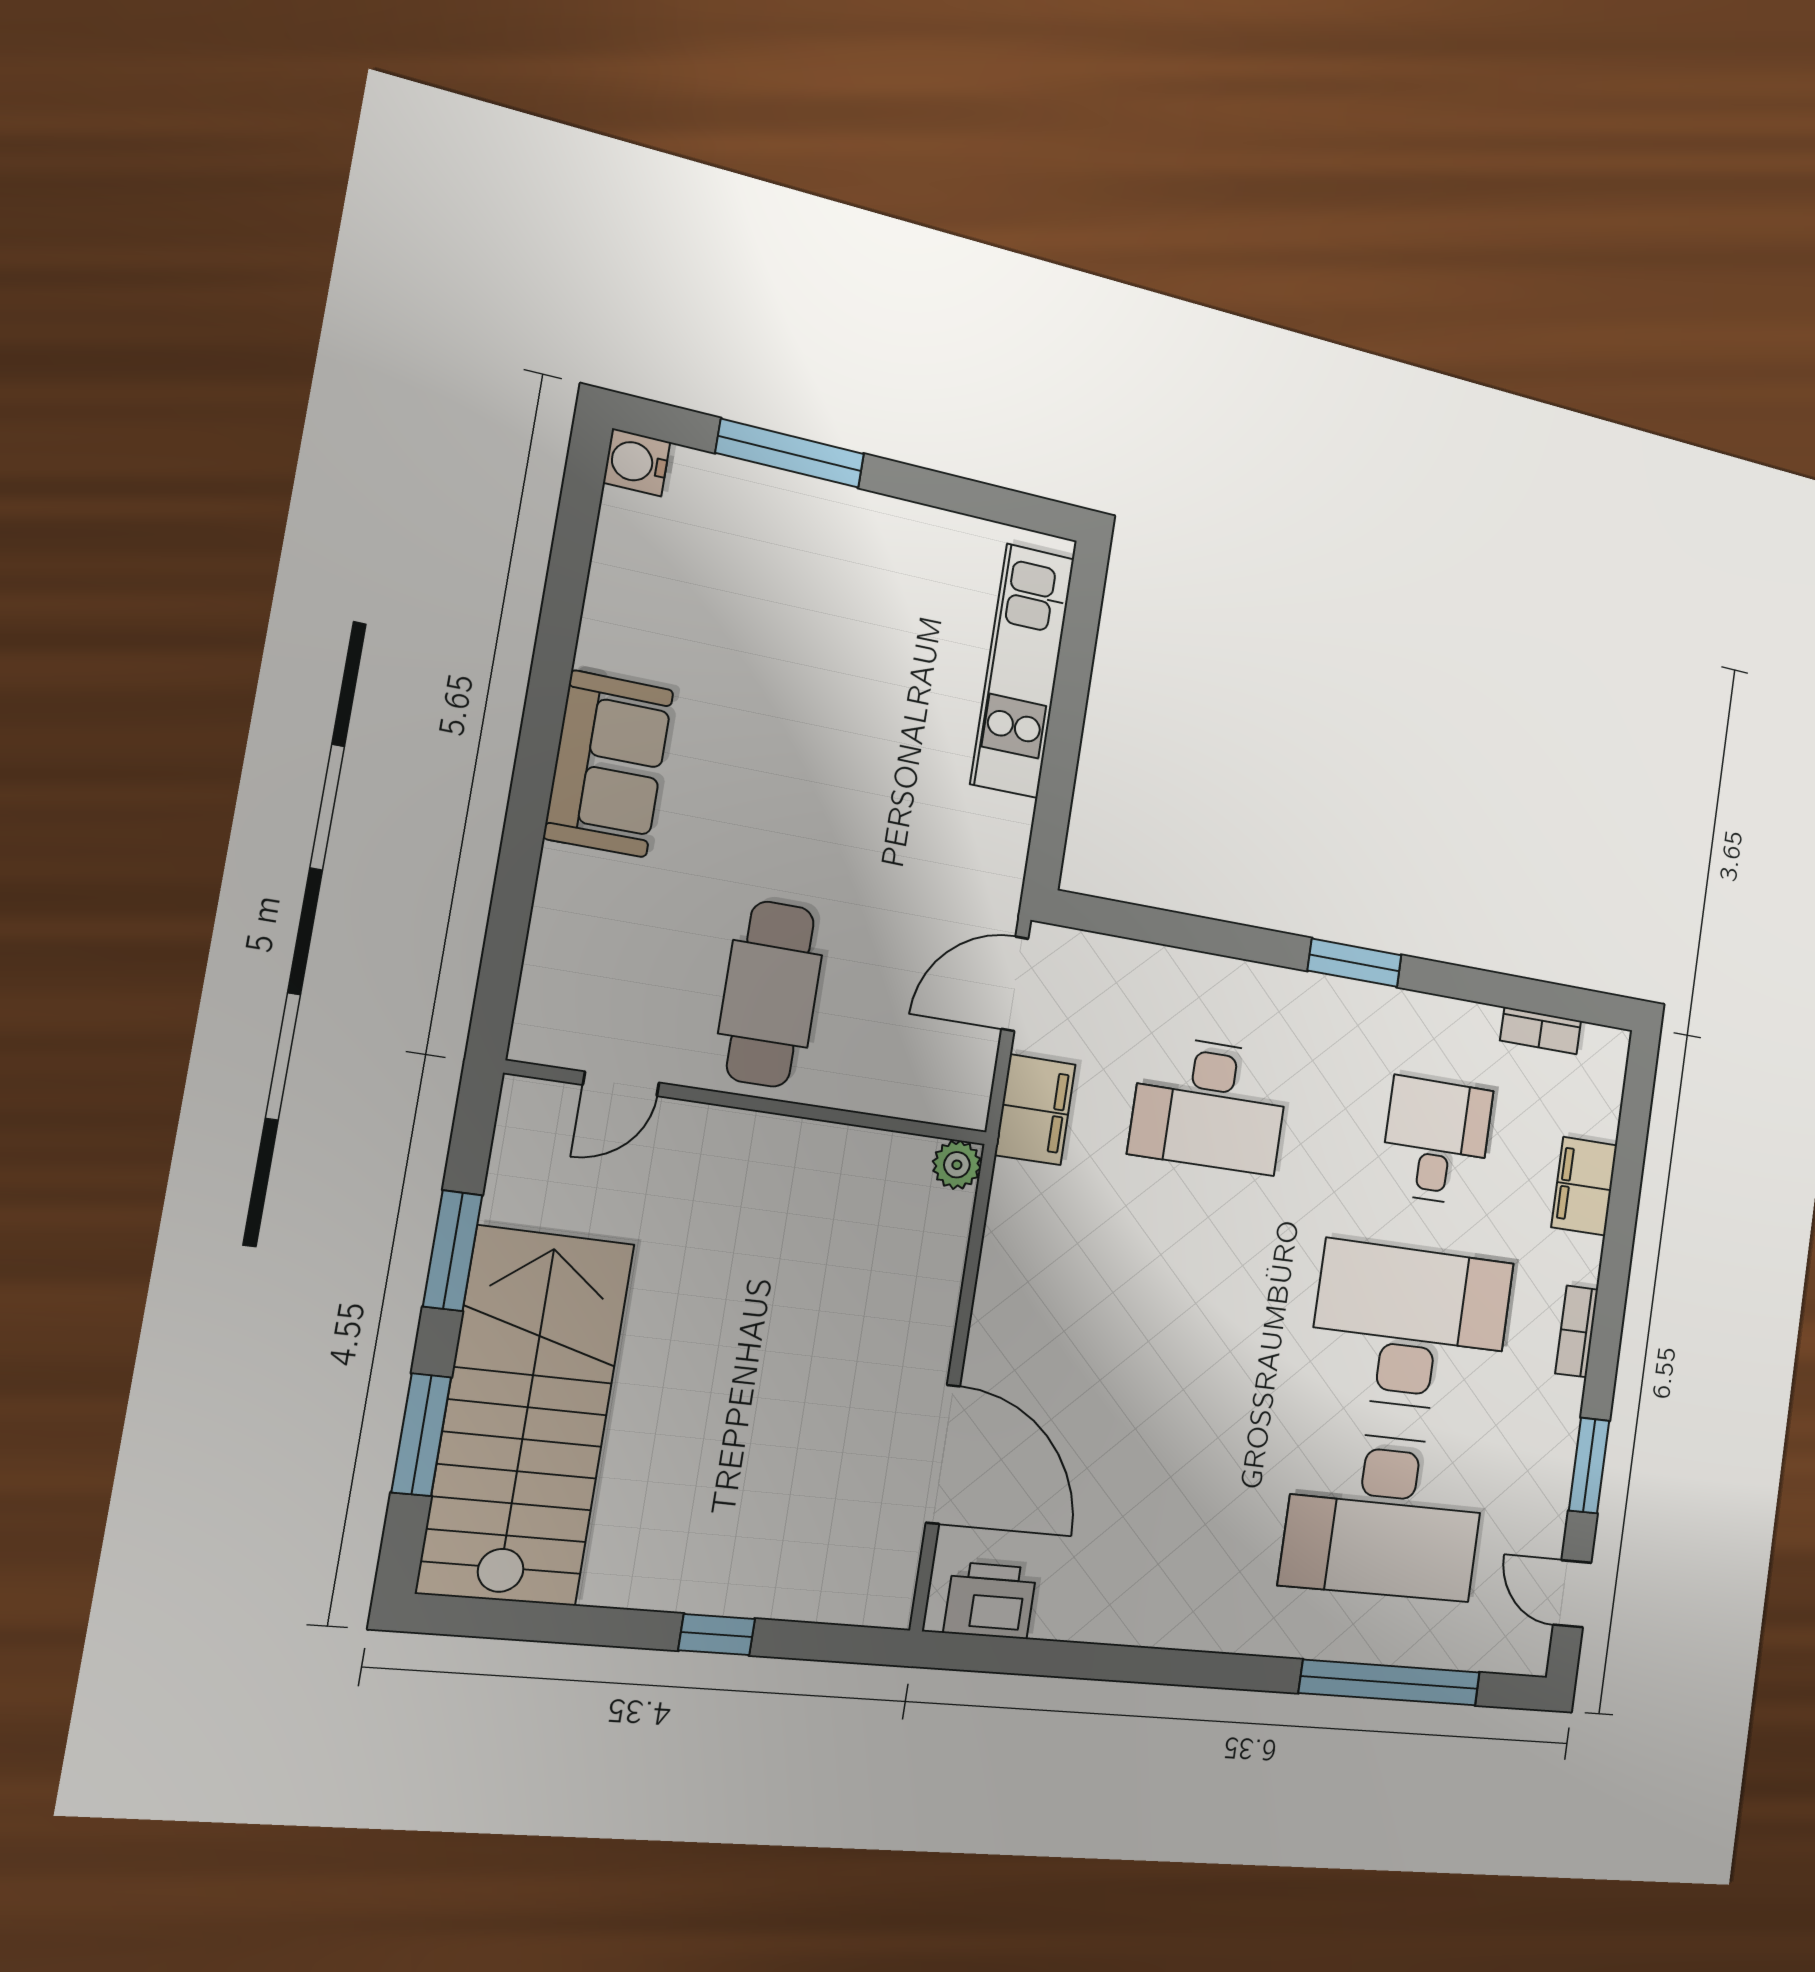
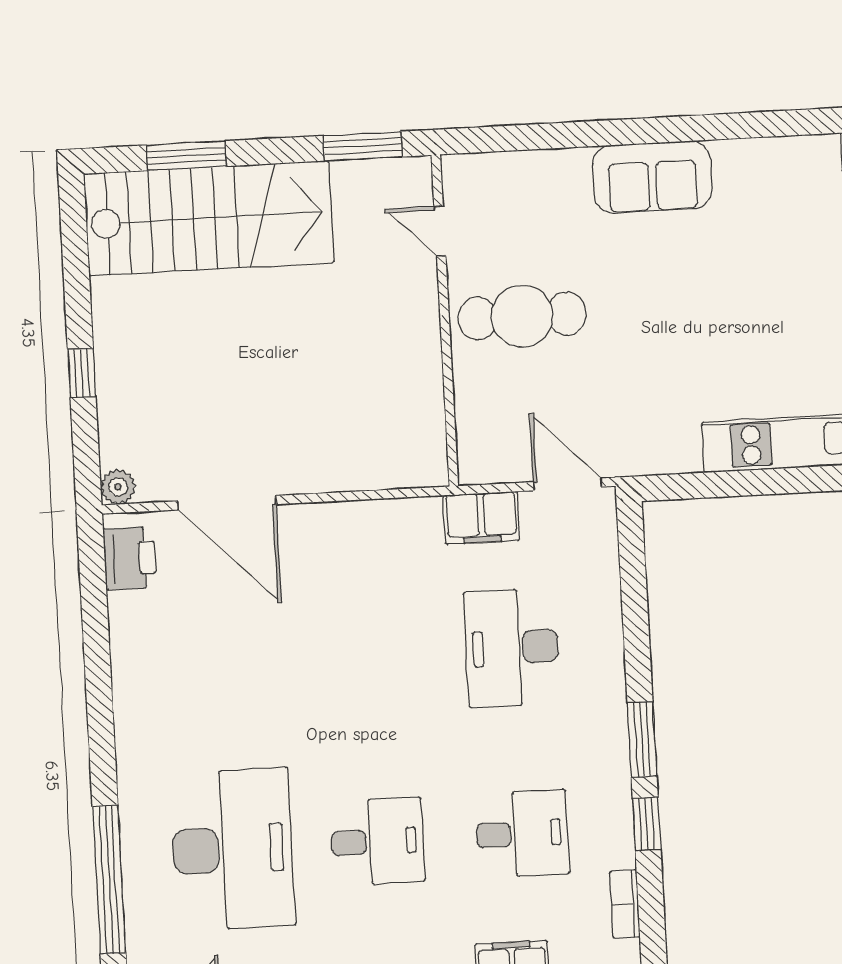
window: (1455, 981) -> (647, 824), added
plant: (957, 1165) -> (118, 487), moved
window: (453, 1251) -> (363, 146), moved
desk: (1411, 1327) -> (377, 842), width x0.53, depth x0.77
door: (943, 1454) -> (227, 503), hinge flipped
desk: (1385, 1516) -> (233, 849), turned 180

